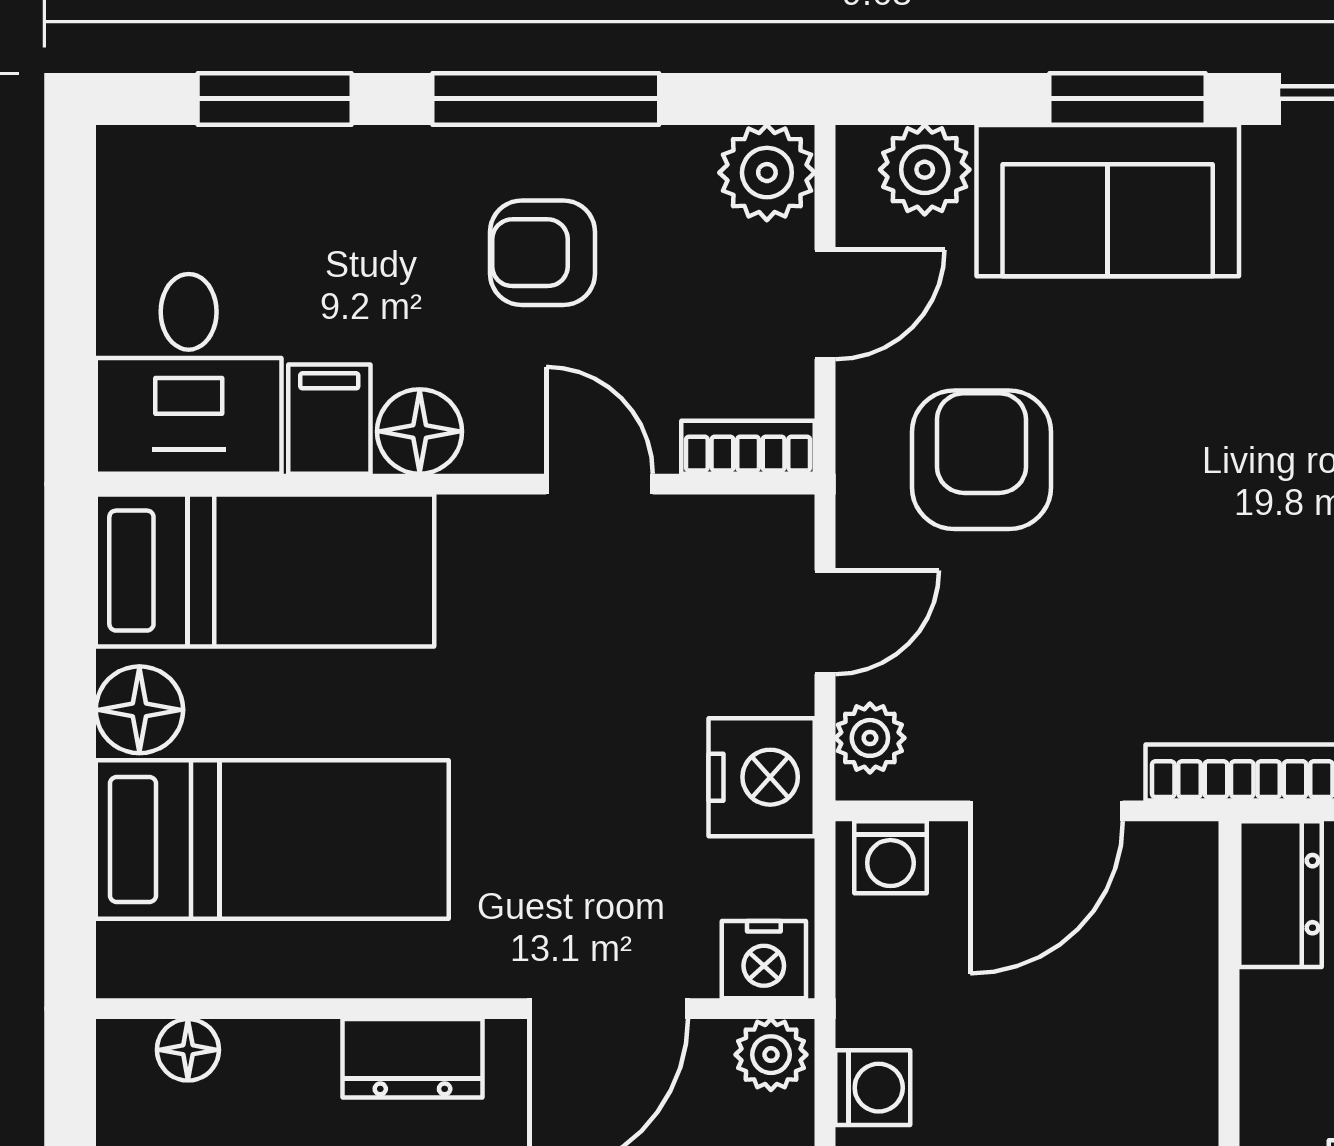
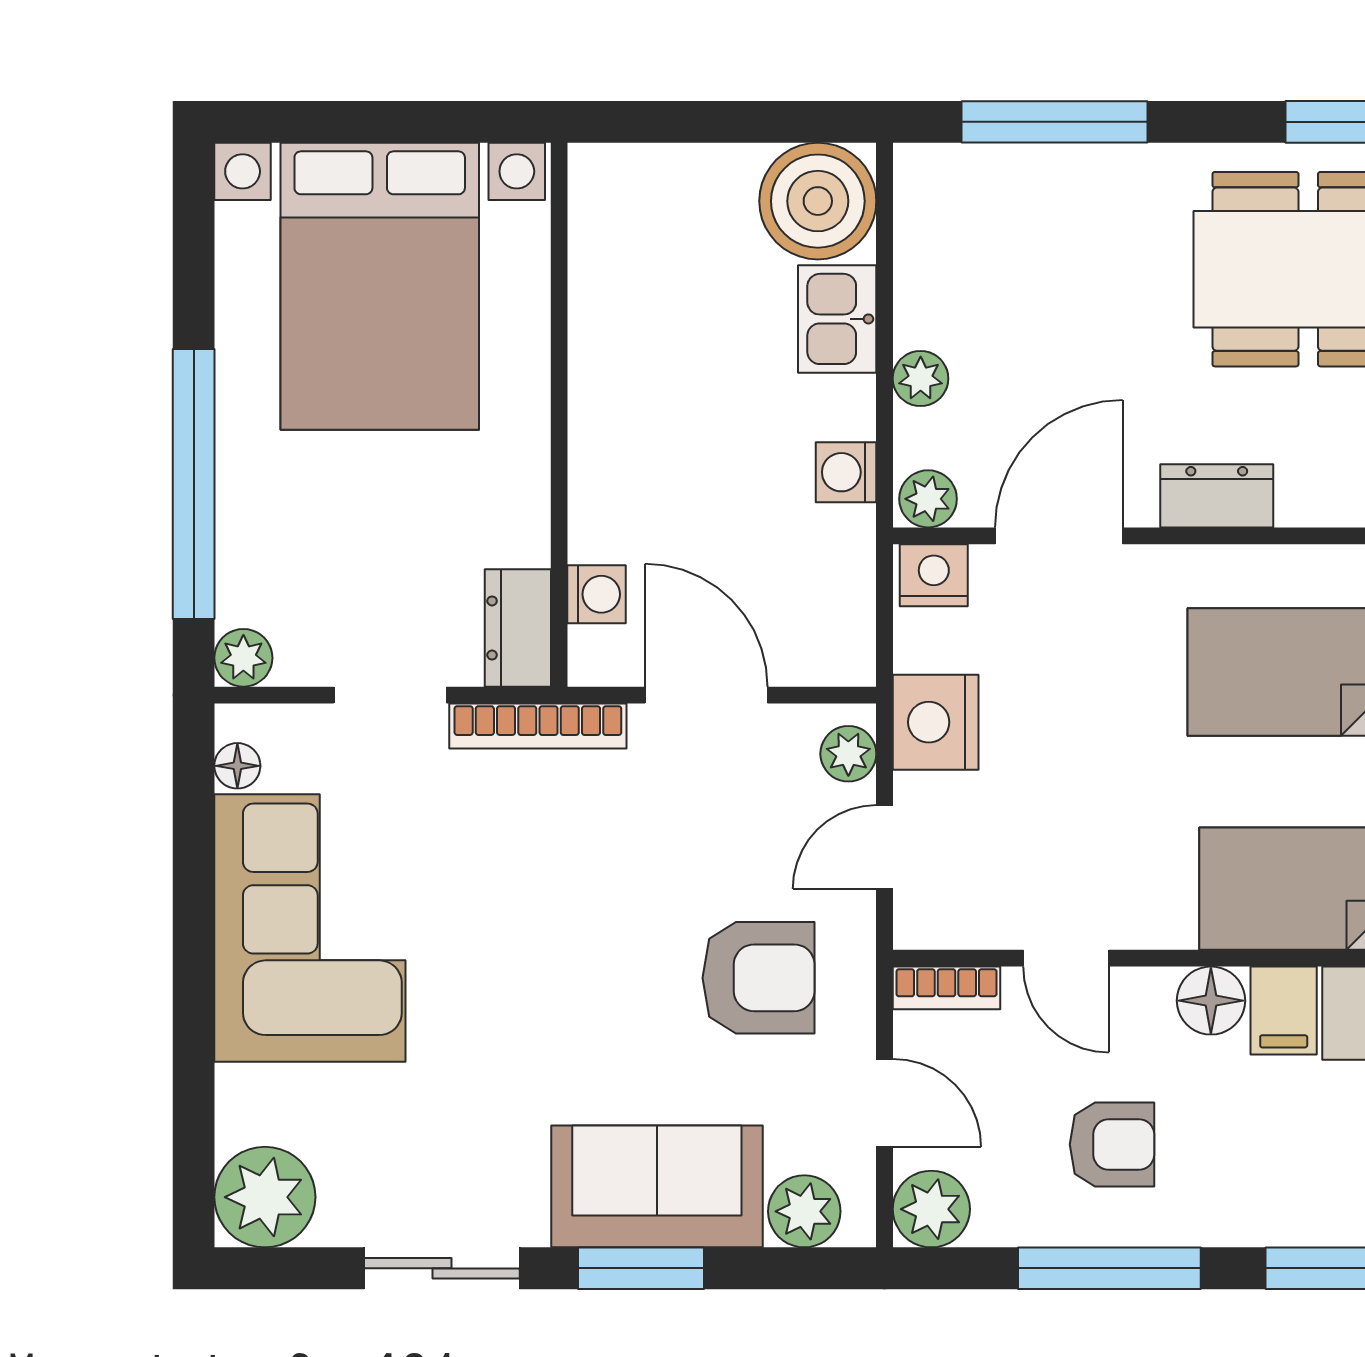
door: (825, 305) -> (885, 1103), swing flipped
armchair: (982, 460) -> (759, 978), turned -90
door: (1046, 811) -> (706, 695), hinge flipped
washing machine: (890, 857) -> (597, 594), moved, turned 90

